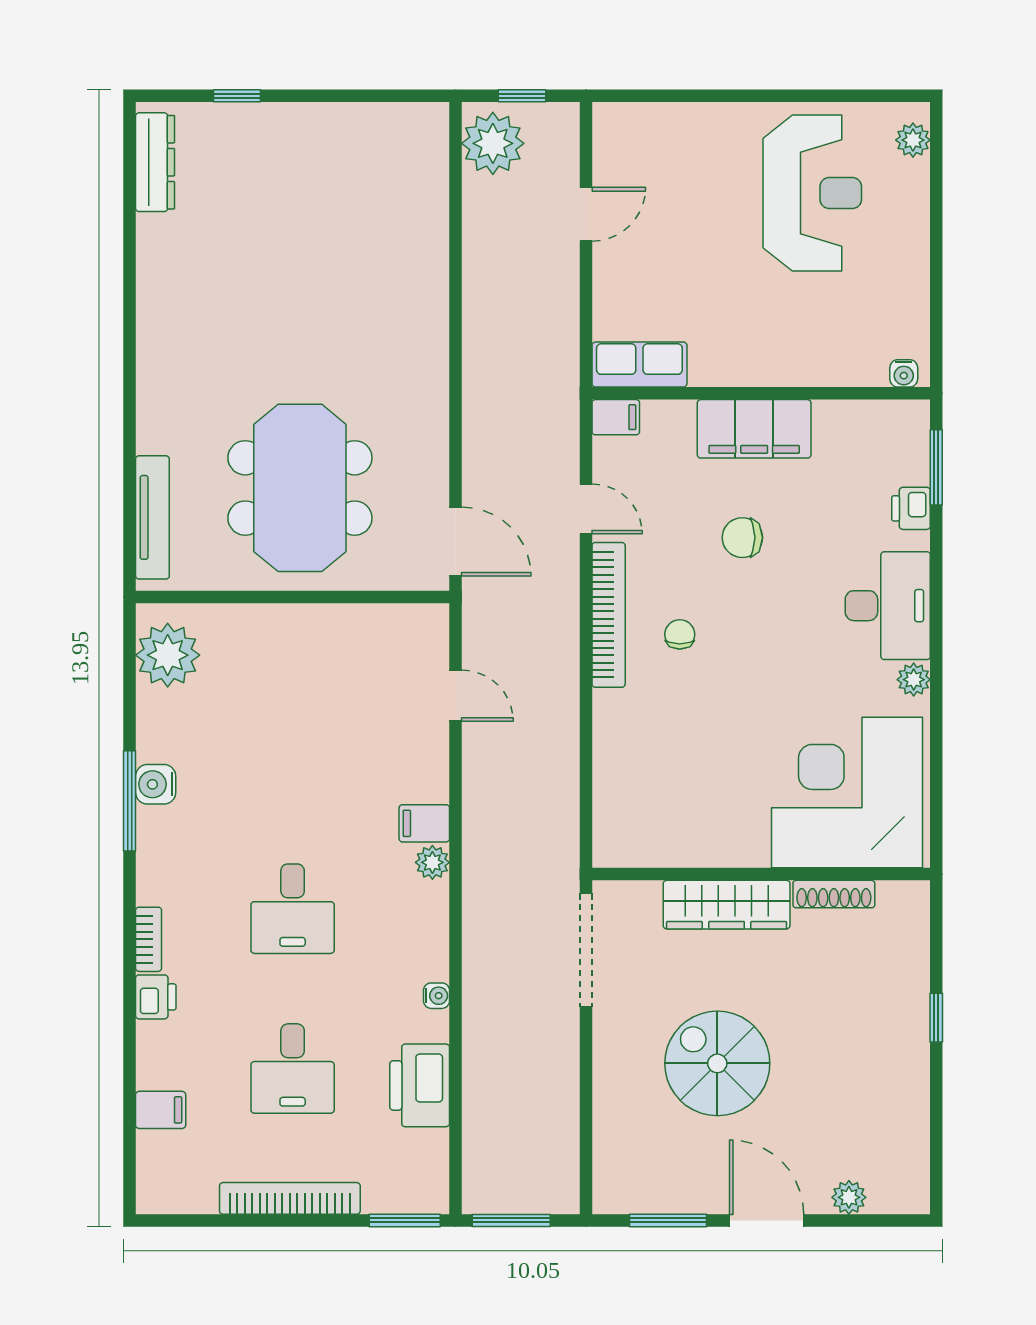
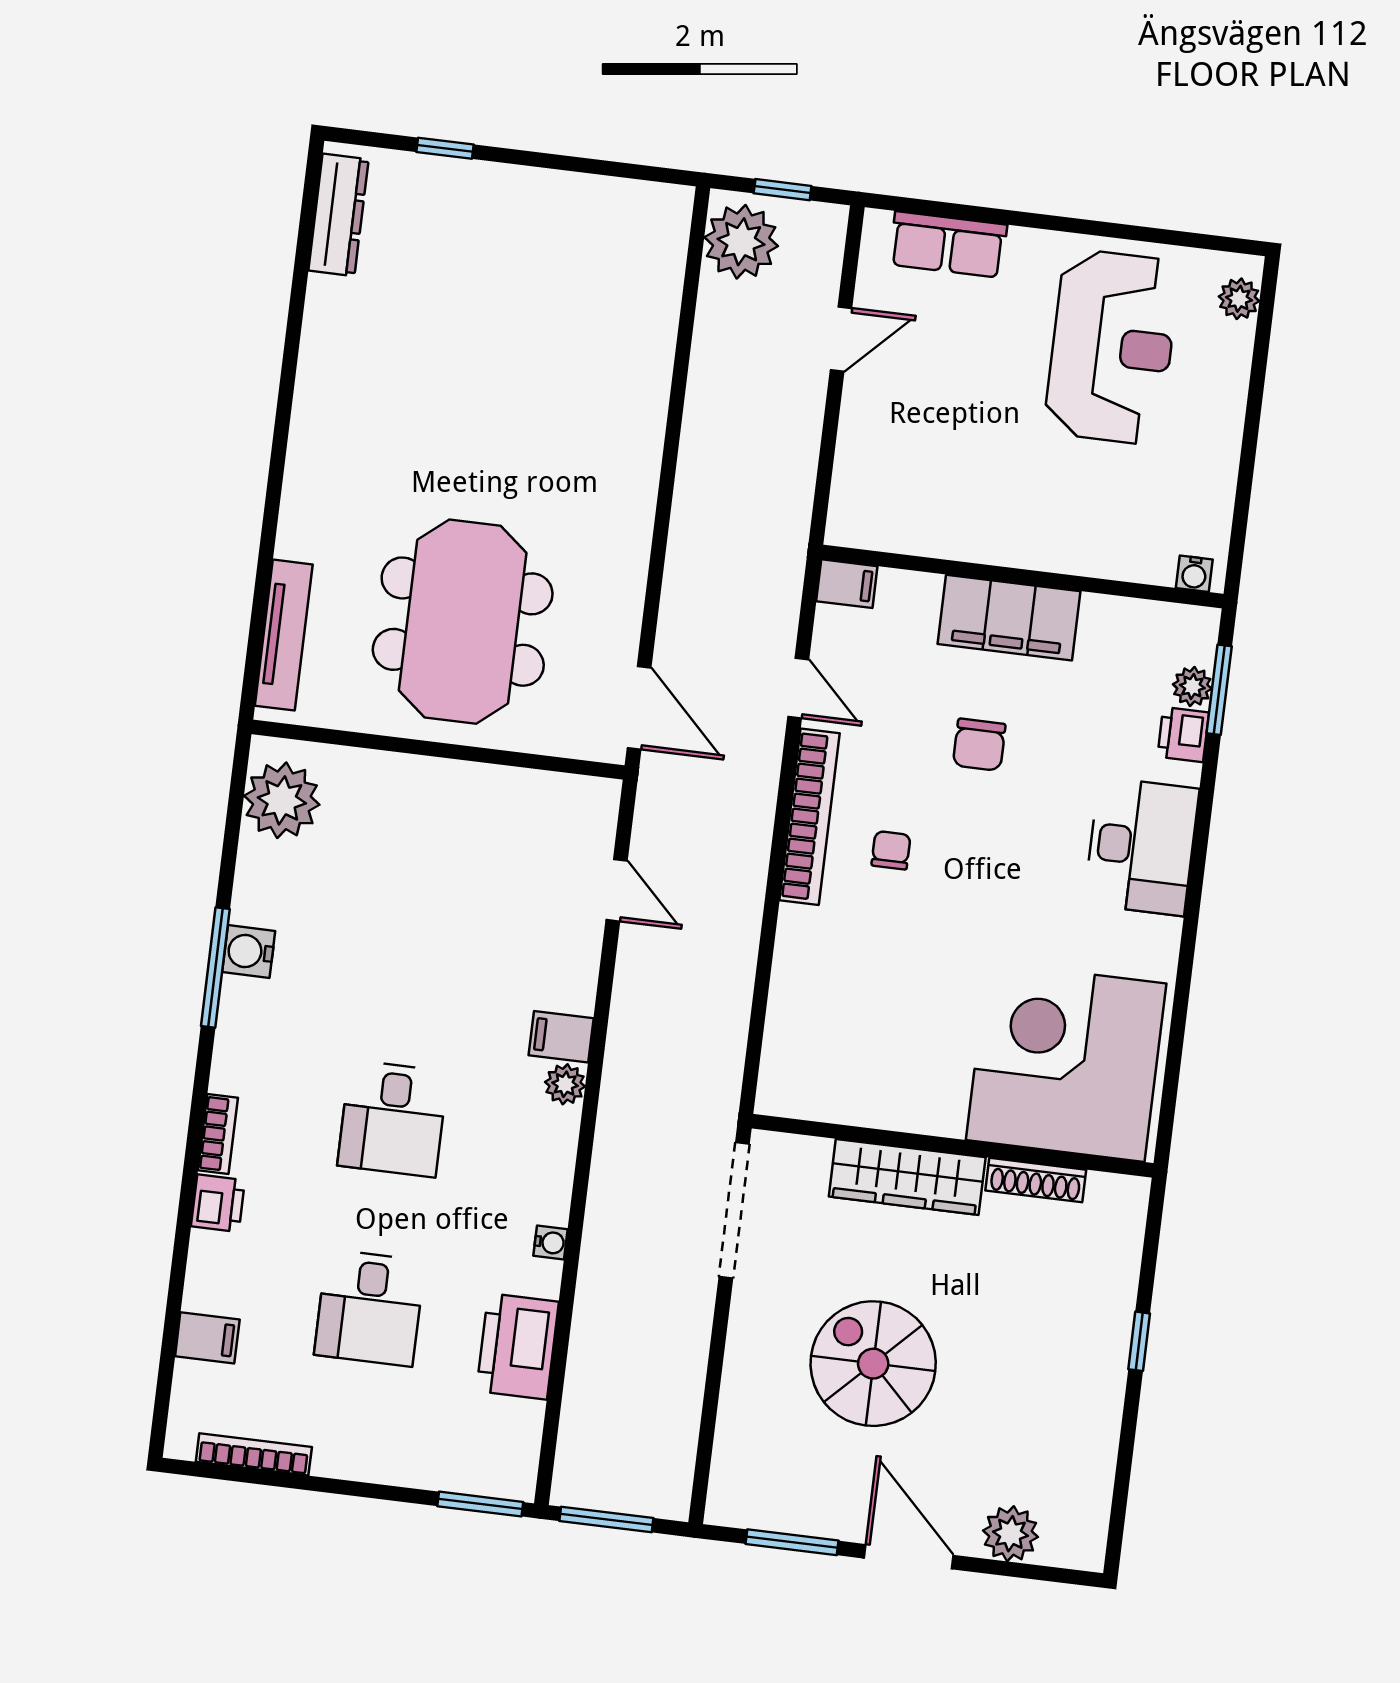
row of seats: (639, 365) -> (948, 245), moved, turned 180
chair: (742, 538) -> (979, 745), turned -90
plant: (914, 680) -> (1192, 686), moved
plant: (849, 1197) -> (1010, 1534), width x1.38, depth x1.38
bookcase: (290, 1198) -> (254, 1454), moved, width x0.68, depth x0.76

